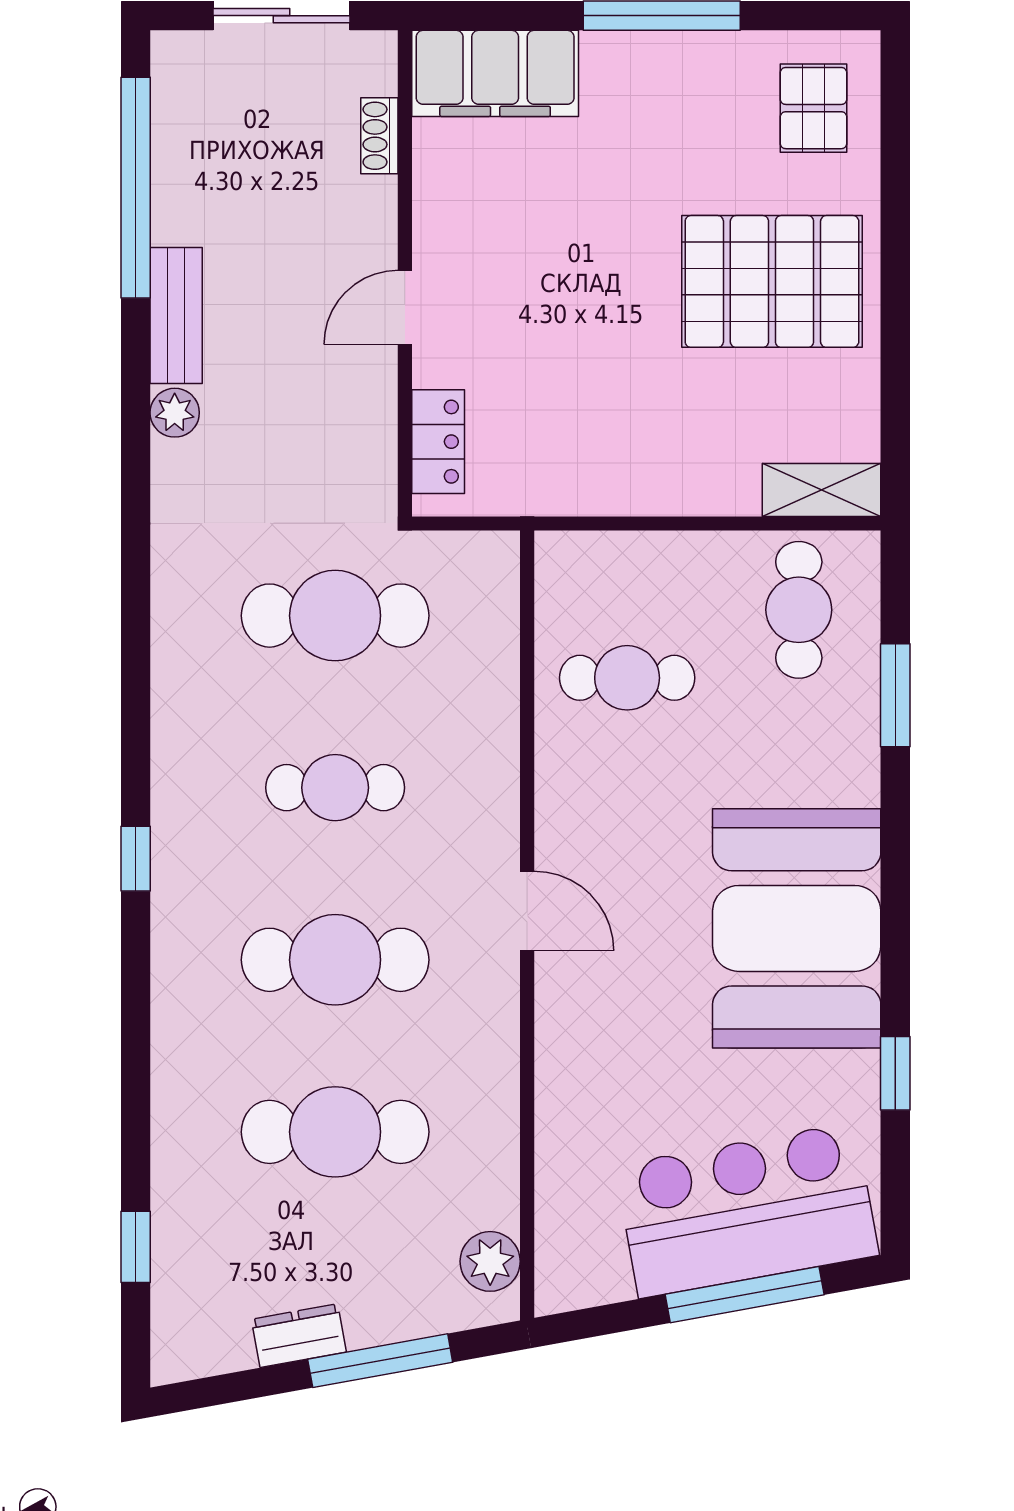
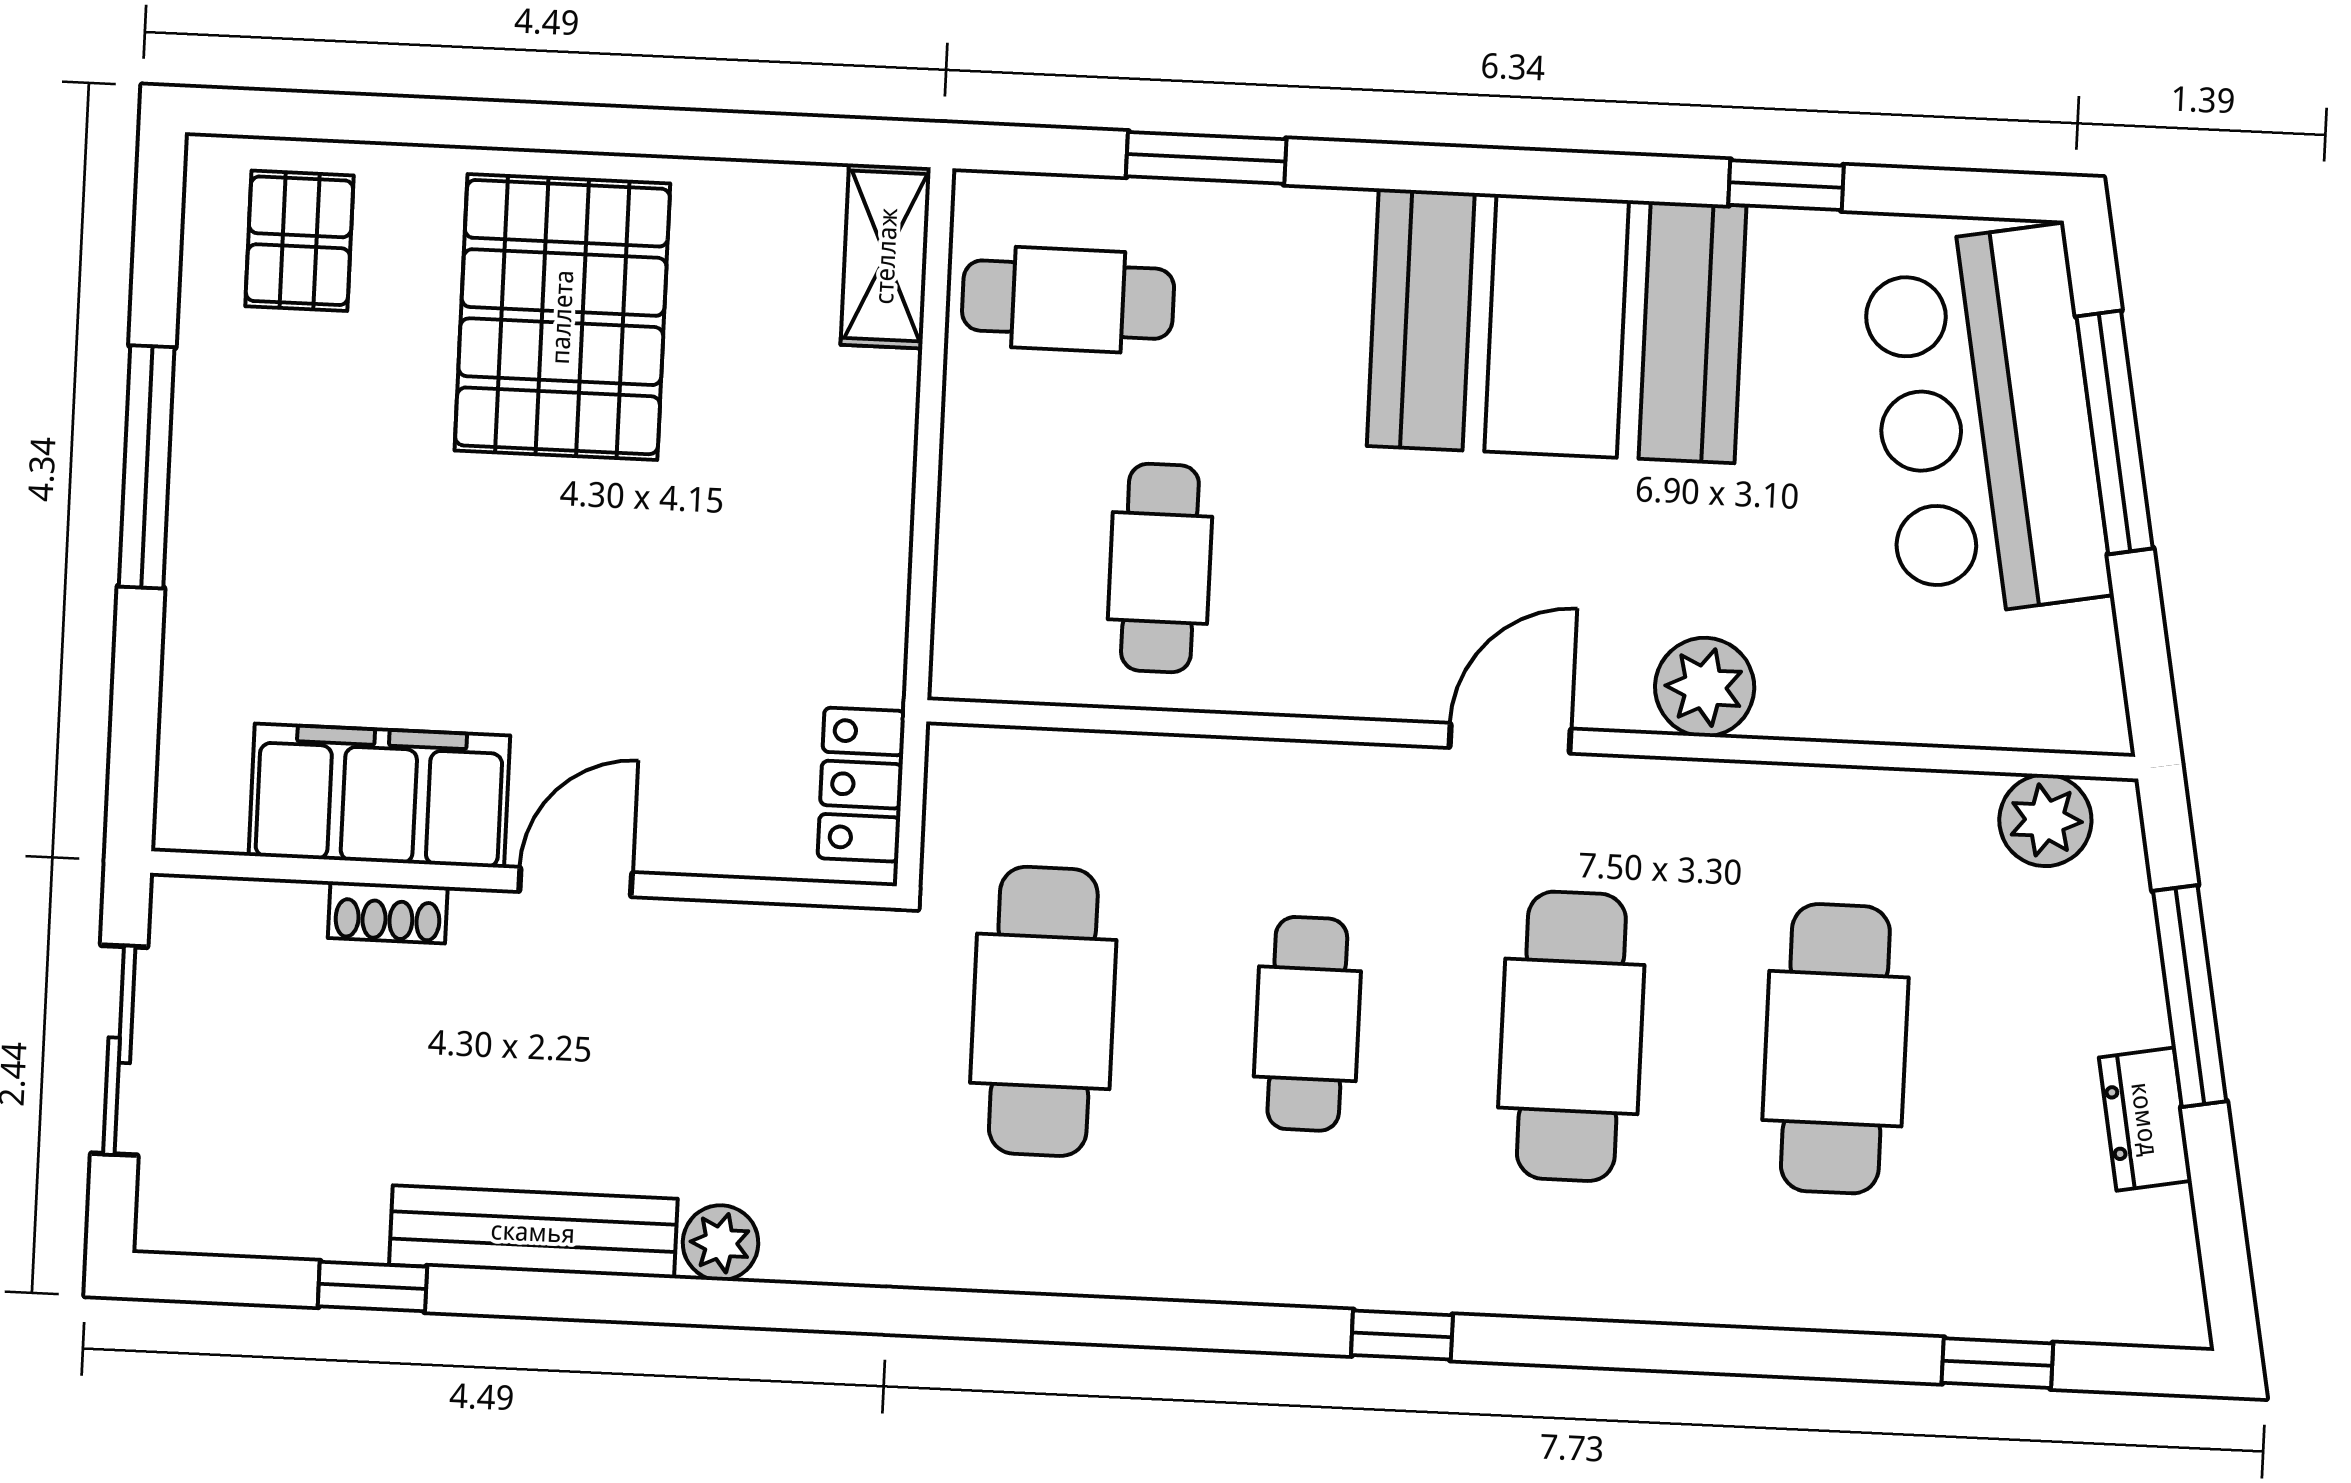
filing cabinet: (495, 73) -> (379, 796), moved, turned -90
pallet: (814, 108) -> (299, 241), turned 90
shoe rack: (379, 136) -> (388, 912), moved
window: (136, 188) -> (372, 1286), width x0.32
door: (405, 307) -> (576, 882), swing flipped
bench: (176, 315) -> (533, 1232), width x1.36
locker: (438, 442) -> (861, 785), moved, turned -90
plant: (566, 1036) -> (1705, 687), added

